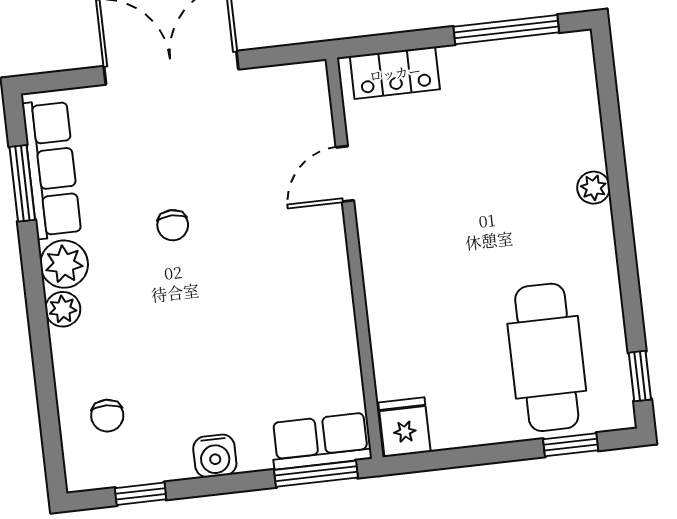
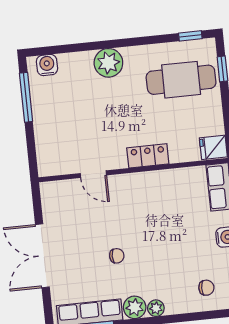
locker: (395, 73) -> (148, 156), moved, turned -90
water cooler: (575, 73) -> (47, 65), added
plant: (593, 188) -> (108, 63), width x1.88, depth x1.88

